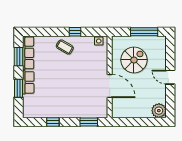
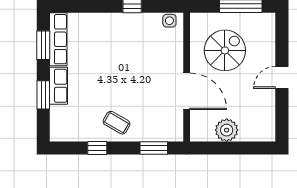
coffee table: (65, 47) -> (117, 123), moved
door: (170, 77) -> (282, 77), hinge flipped
plant: (159, 111) -> (227, 130), moved

